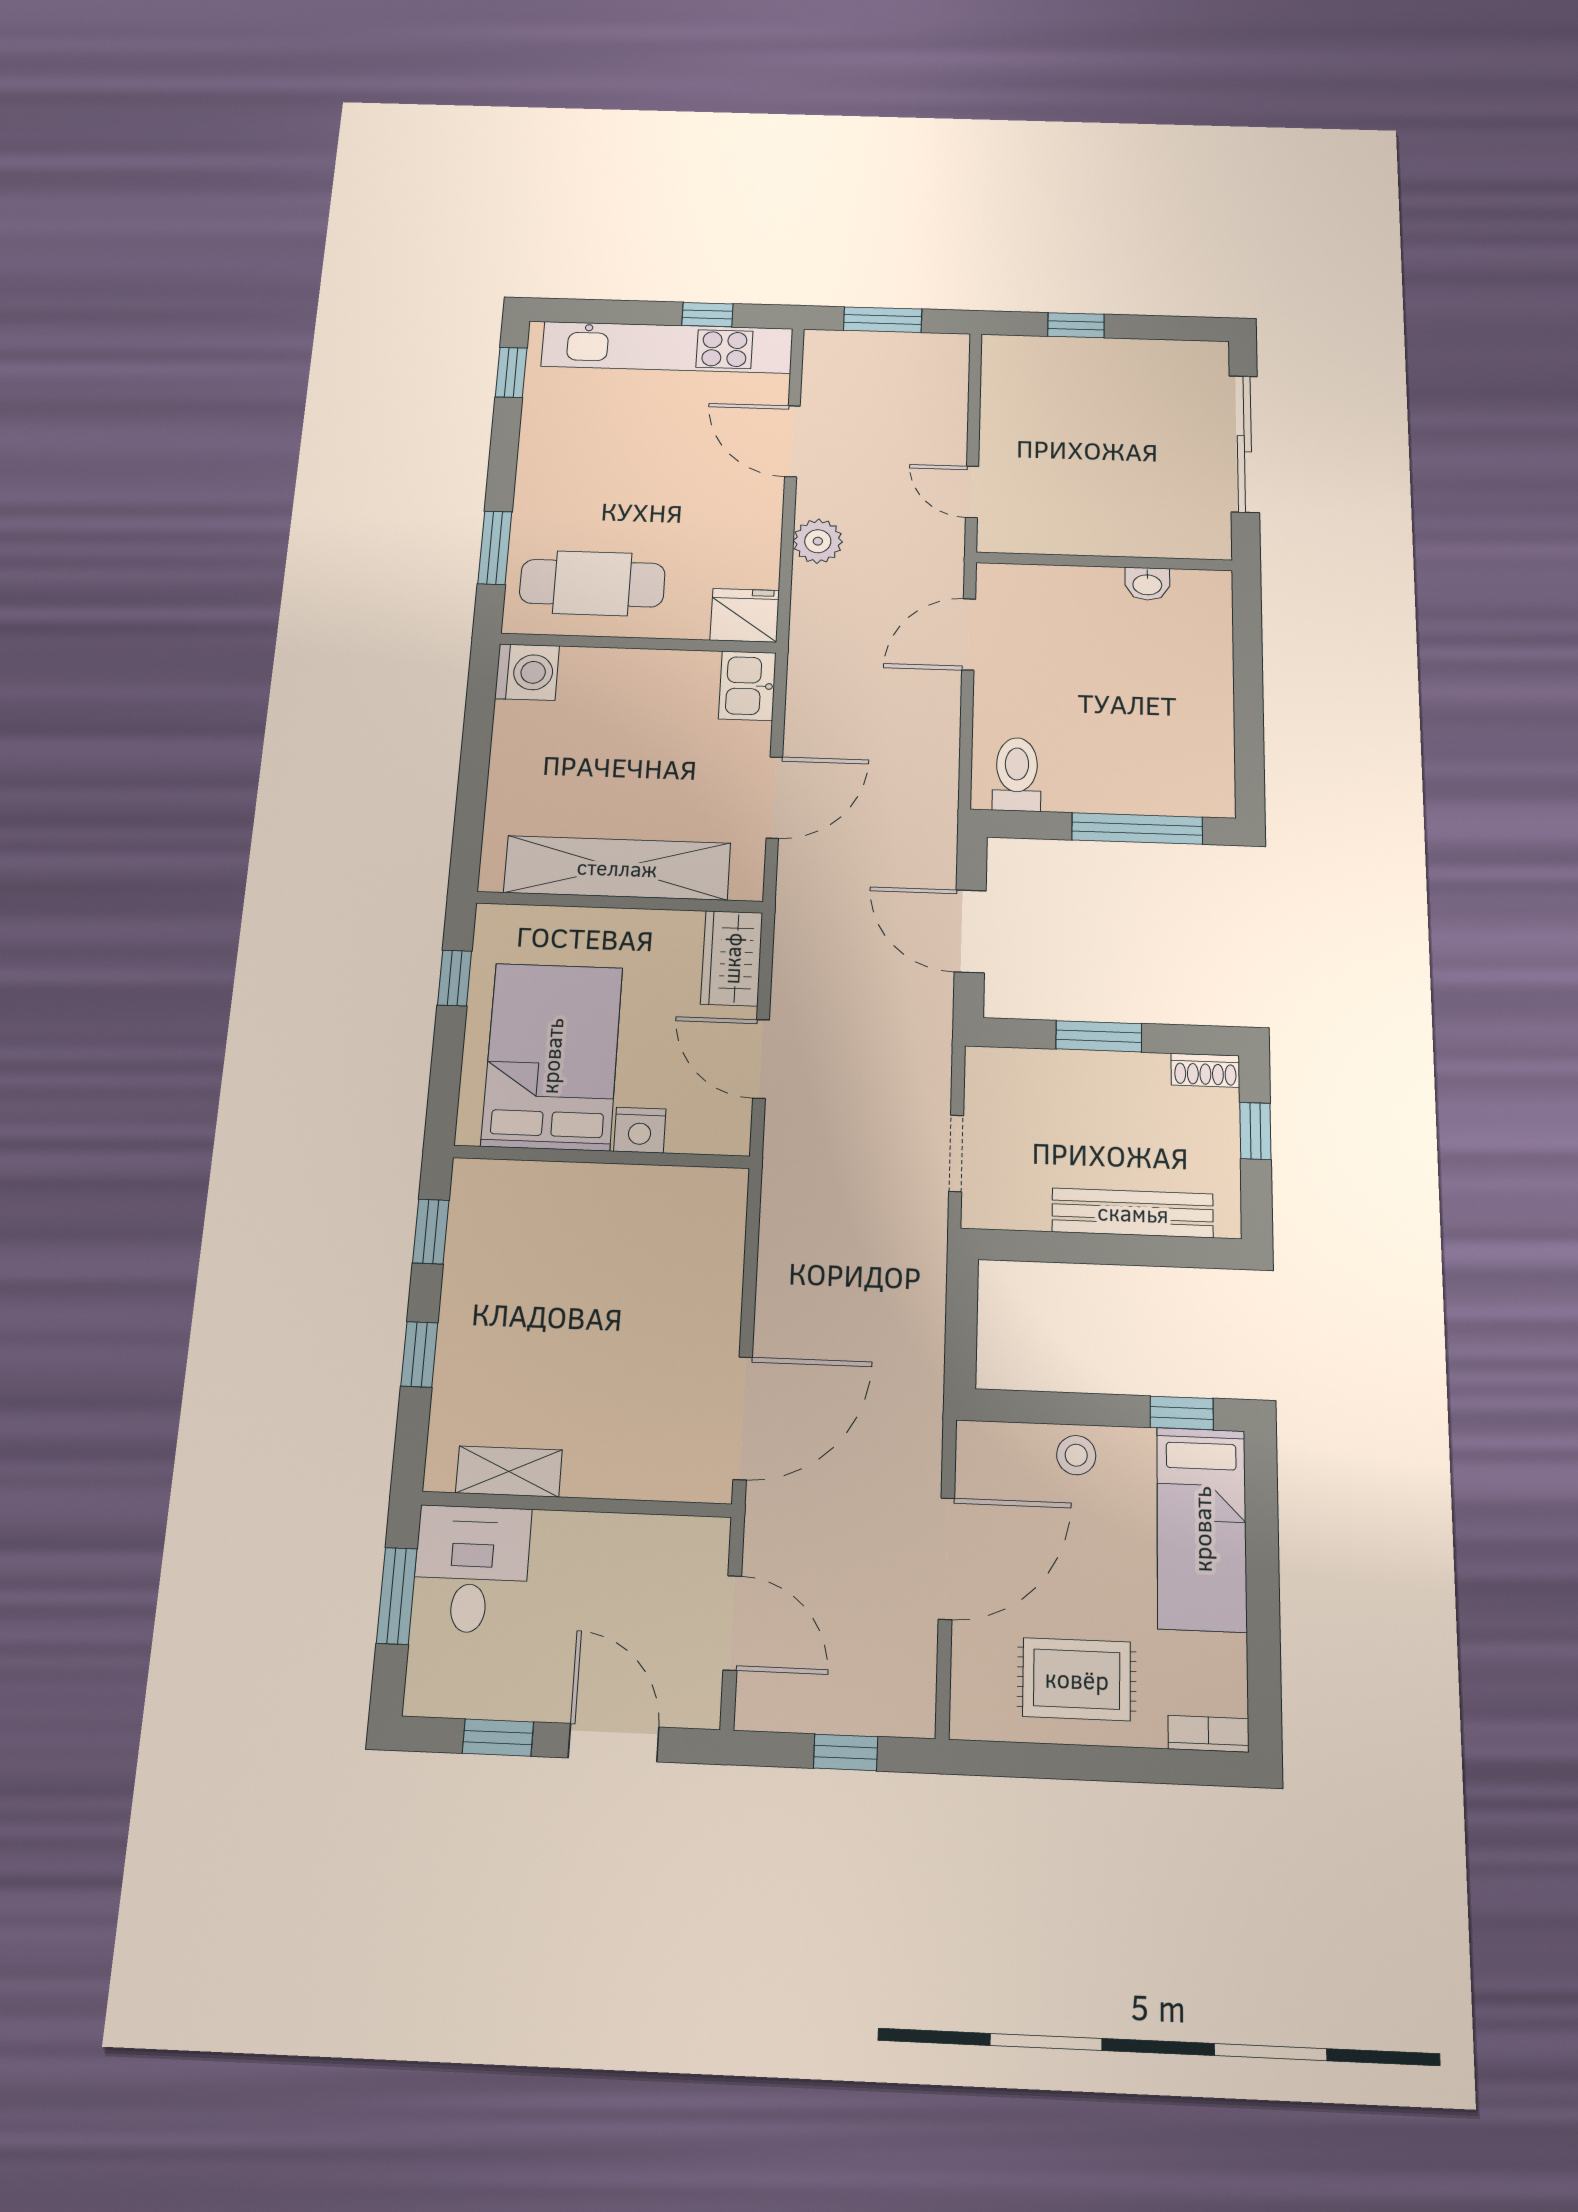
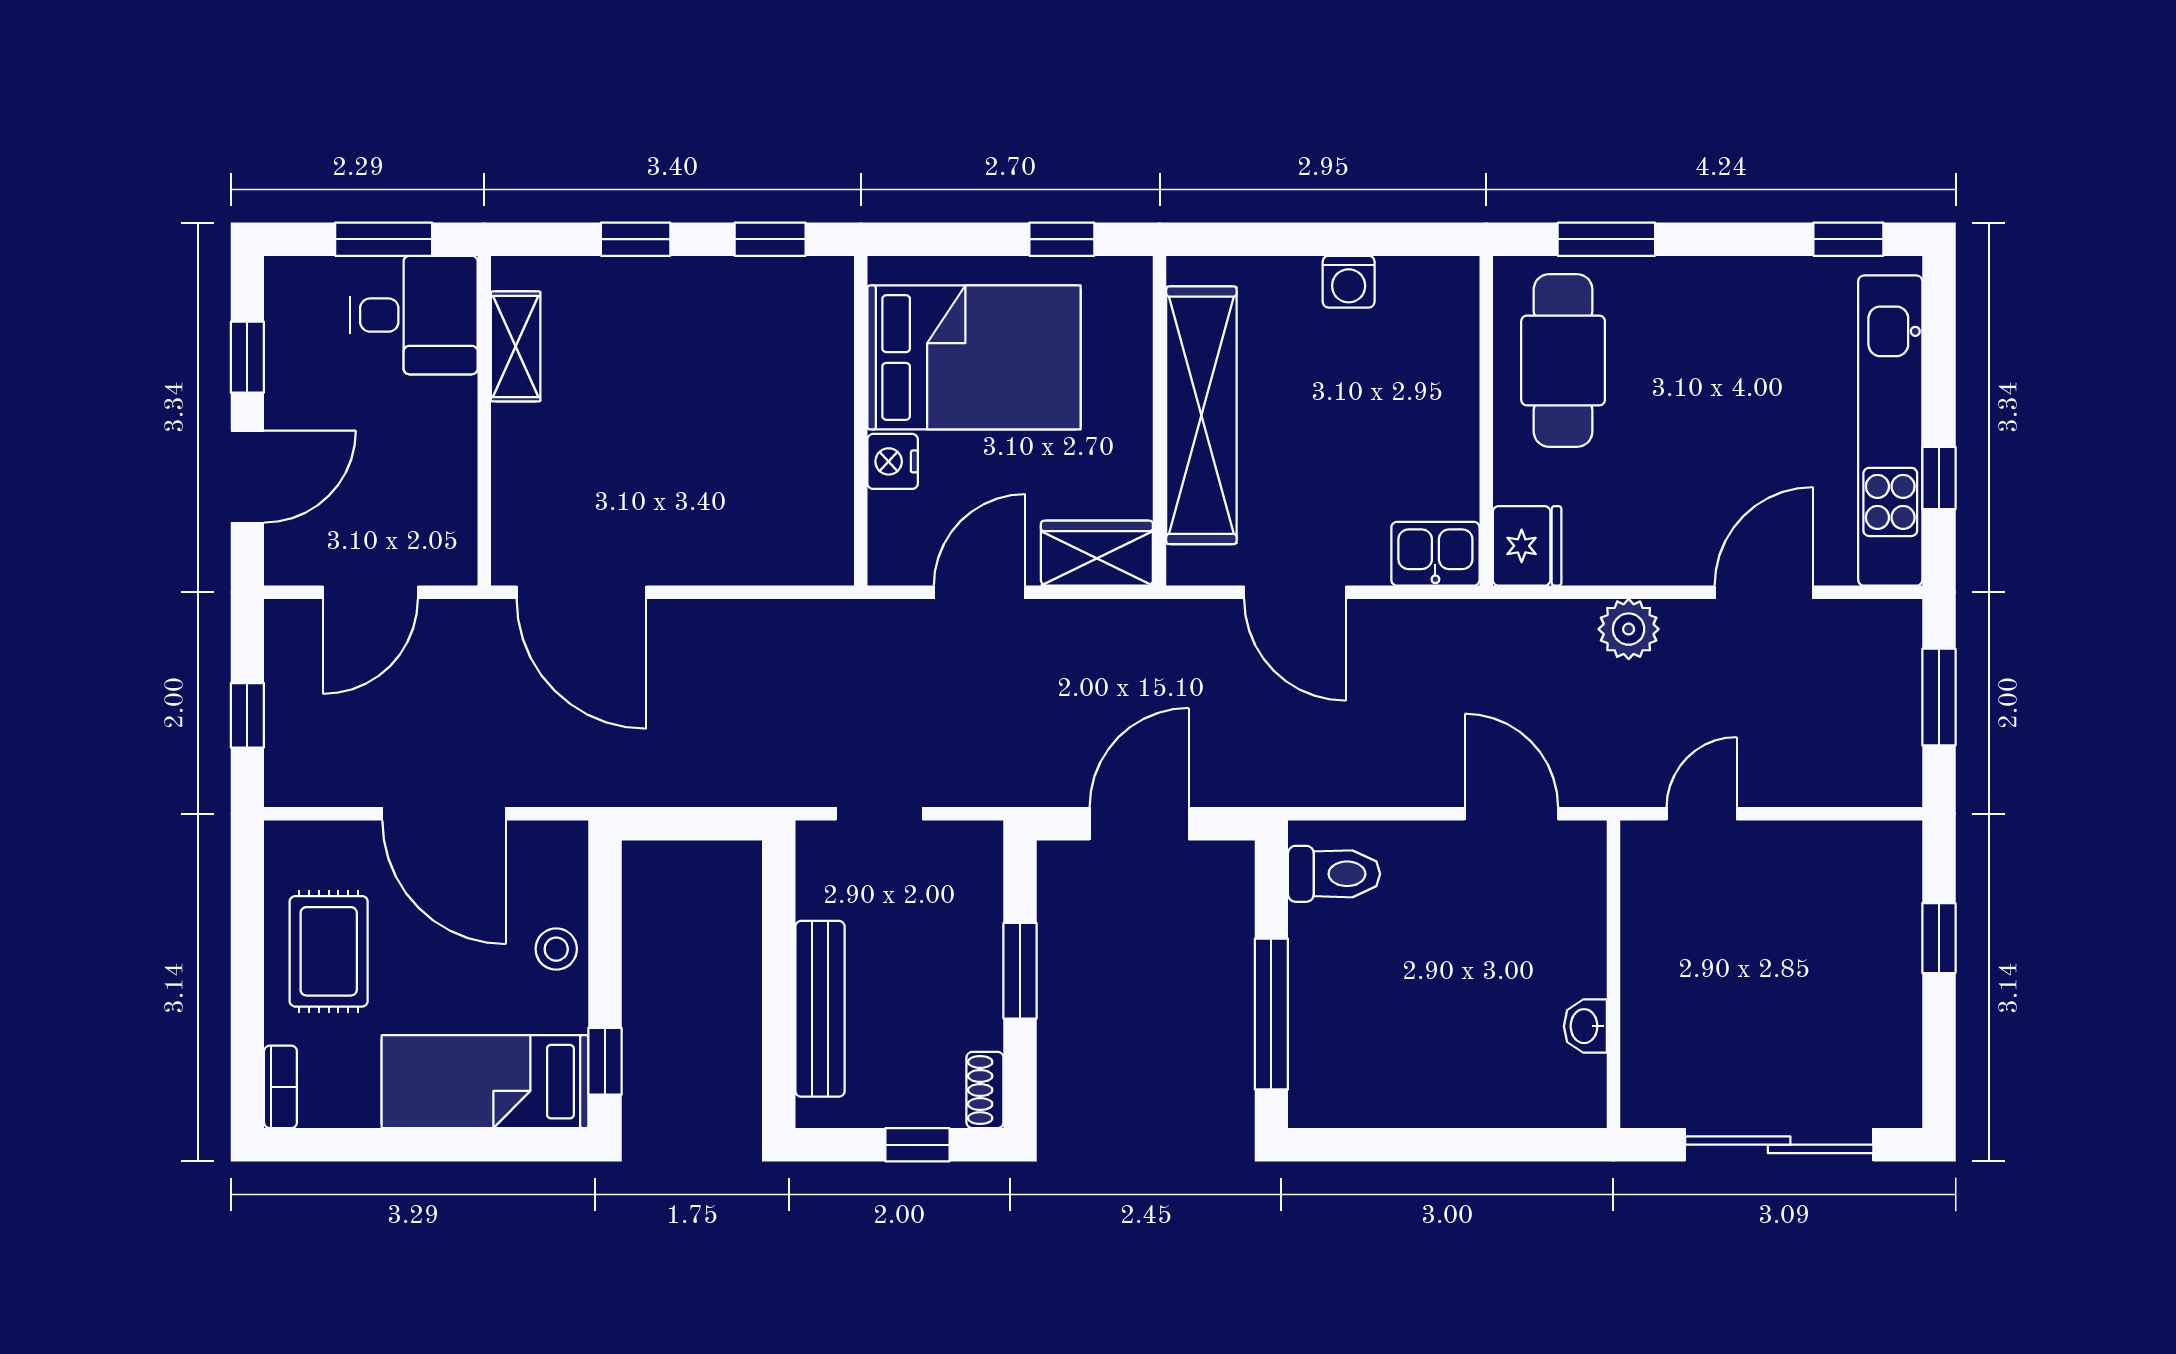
washing machine: (527, 672) -> (1349, 282), moved, width x0.73, depth x0.73

